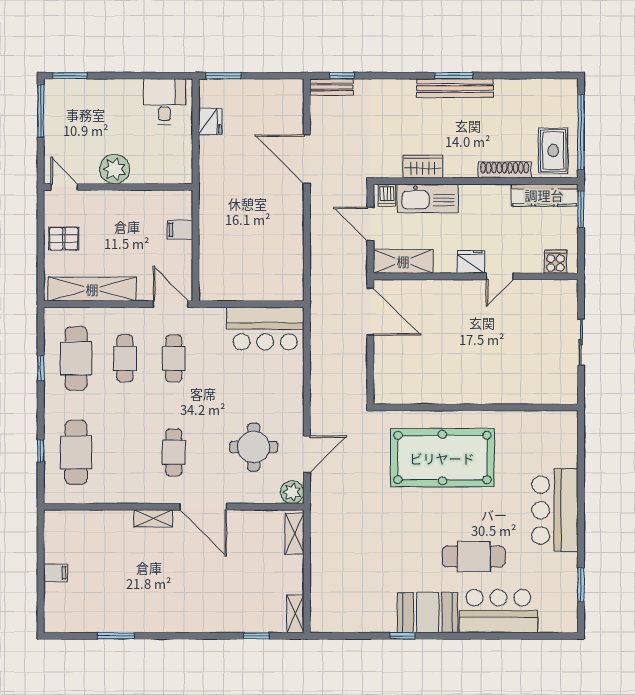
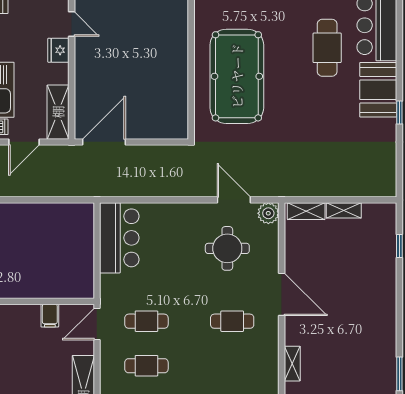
filing cabinet: (180, 230) -> (50, 316), moved
door: (203, 507) -> (282, 294), hinge flipped
shelving: (153, 518) -> (292, 364), moved
shelving: (295, 614) -> (344, 210), moved

